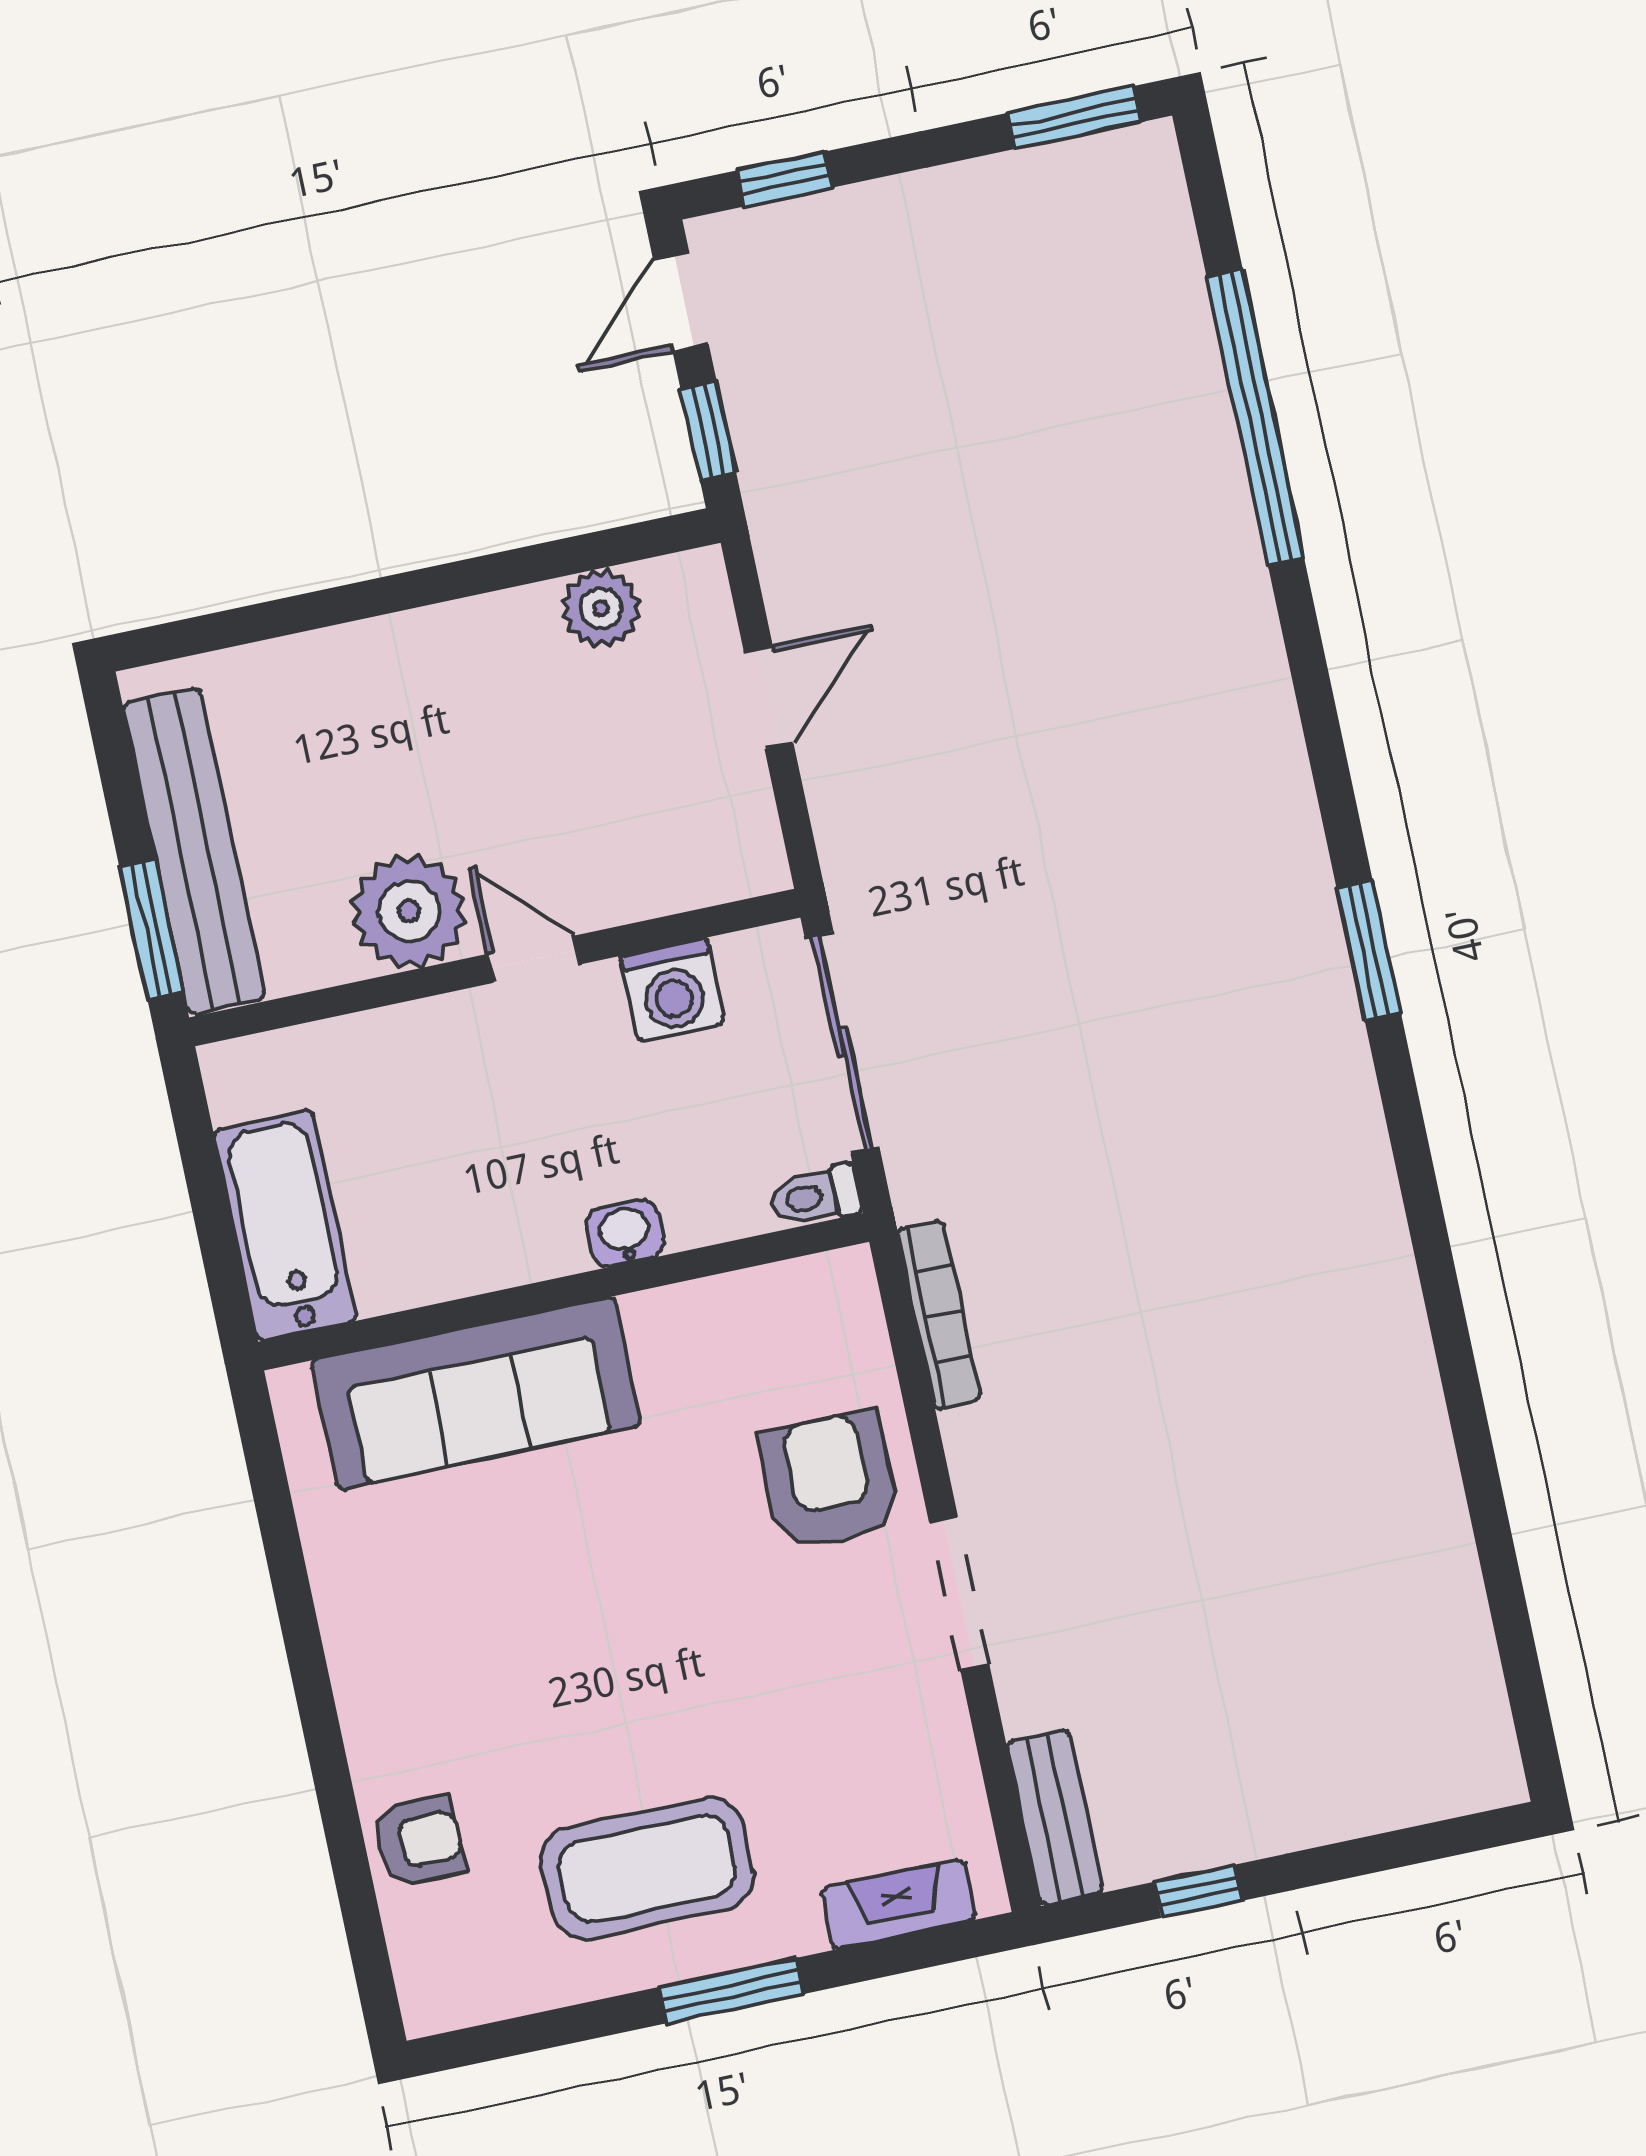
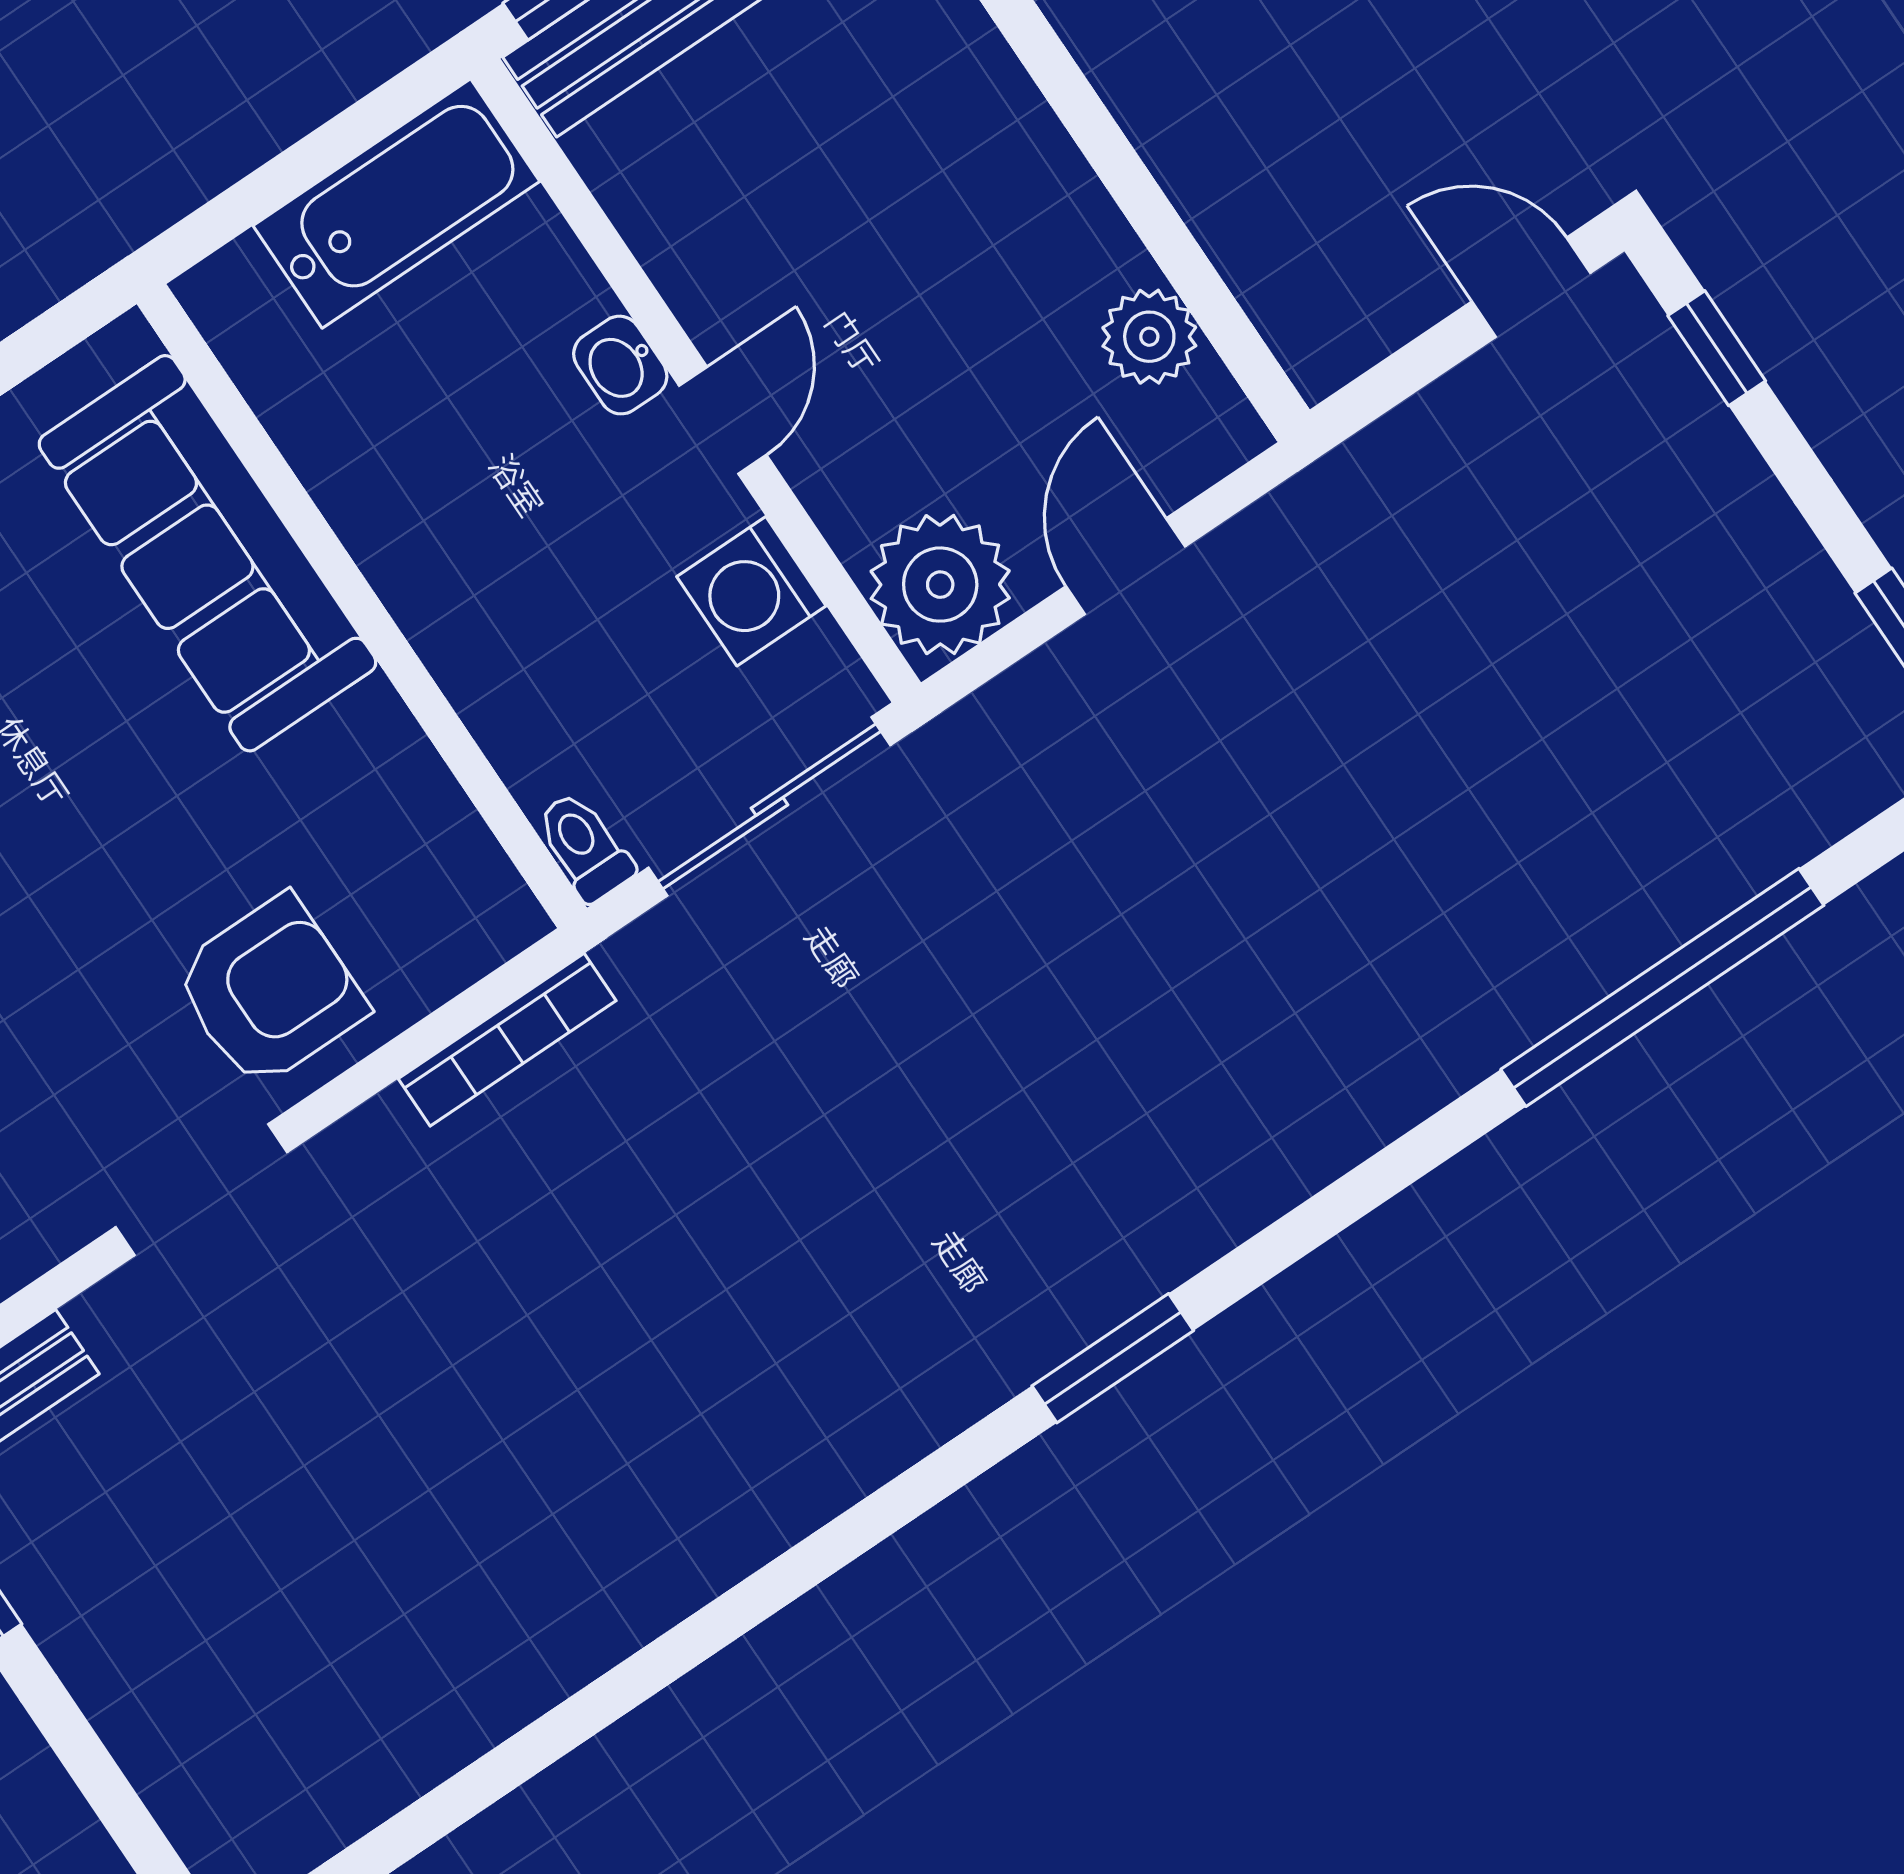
window: (708, 431) -> (1398, 377), removed
door: (769, 697) -> (1125, 566), swing flipped
plant: (409, 911) -> (940, 585), moved
bathtub: (285, 1225) -> (396, 204), moved
washbasin: (625, 1233) -> (620, 365), moved, turned 180

